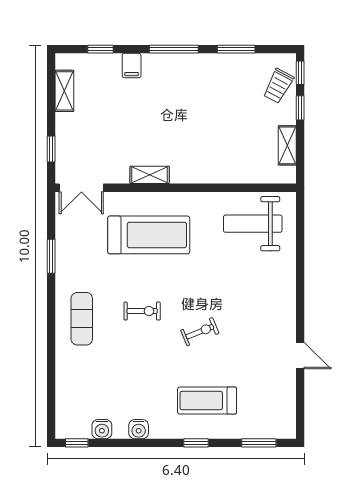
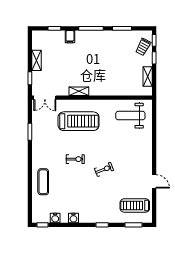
shelving: (64, 91) -> (36, 60), moved
exercise mat: (82, 319) -> (43, 182), moved
treadmill: (207, 401) -> (135, 205), moved

